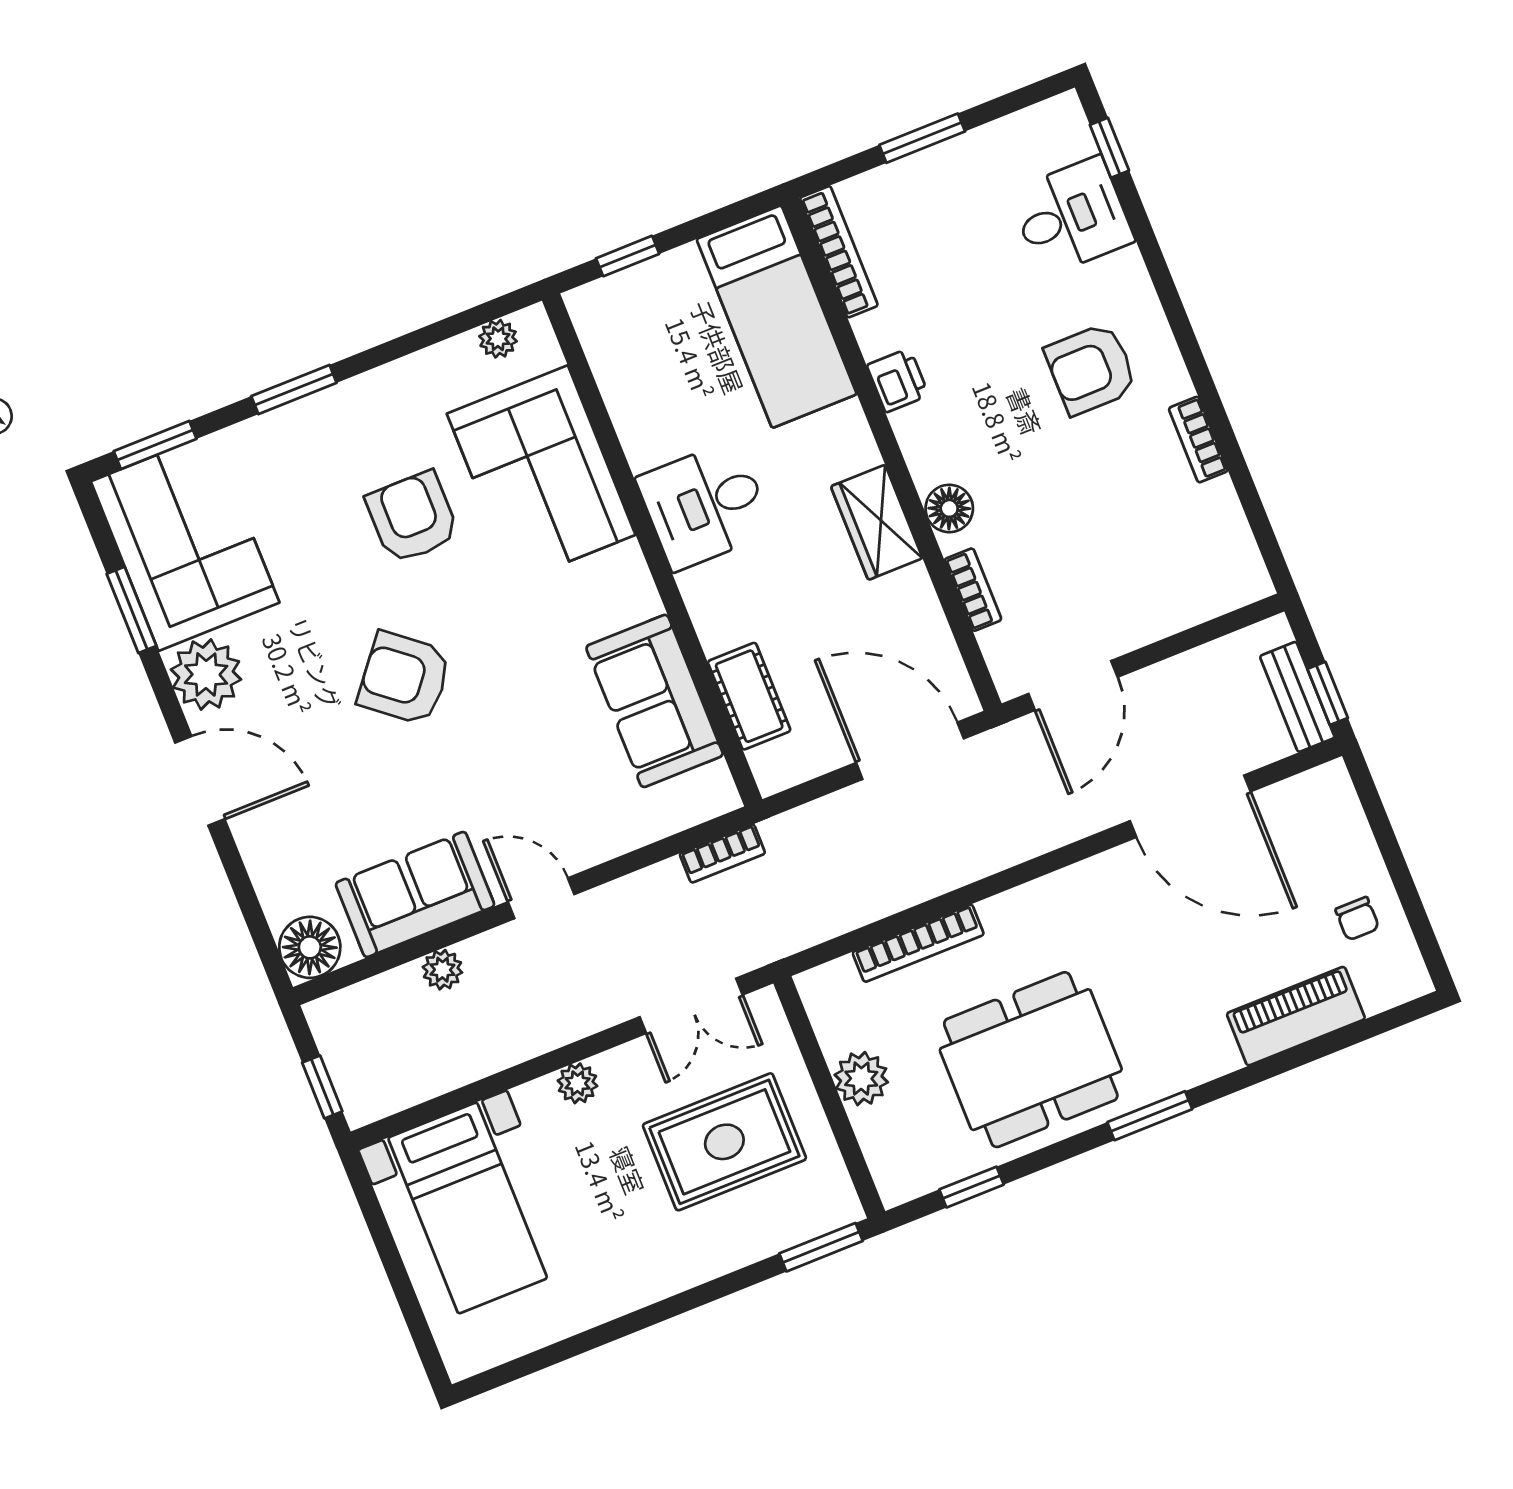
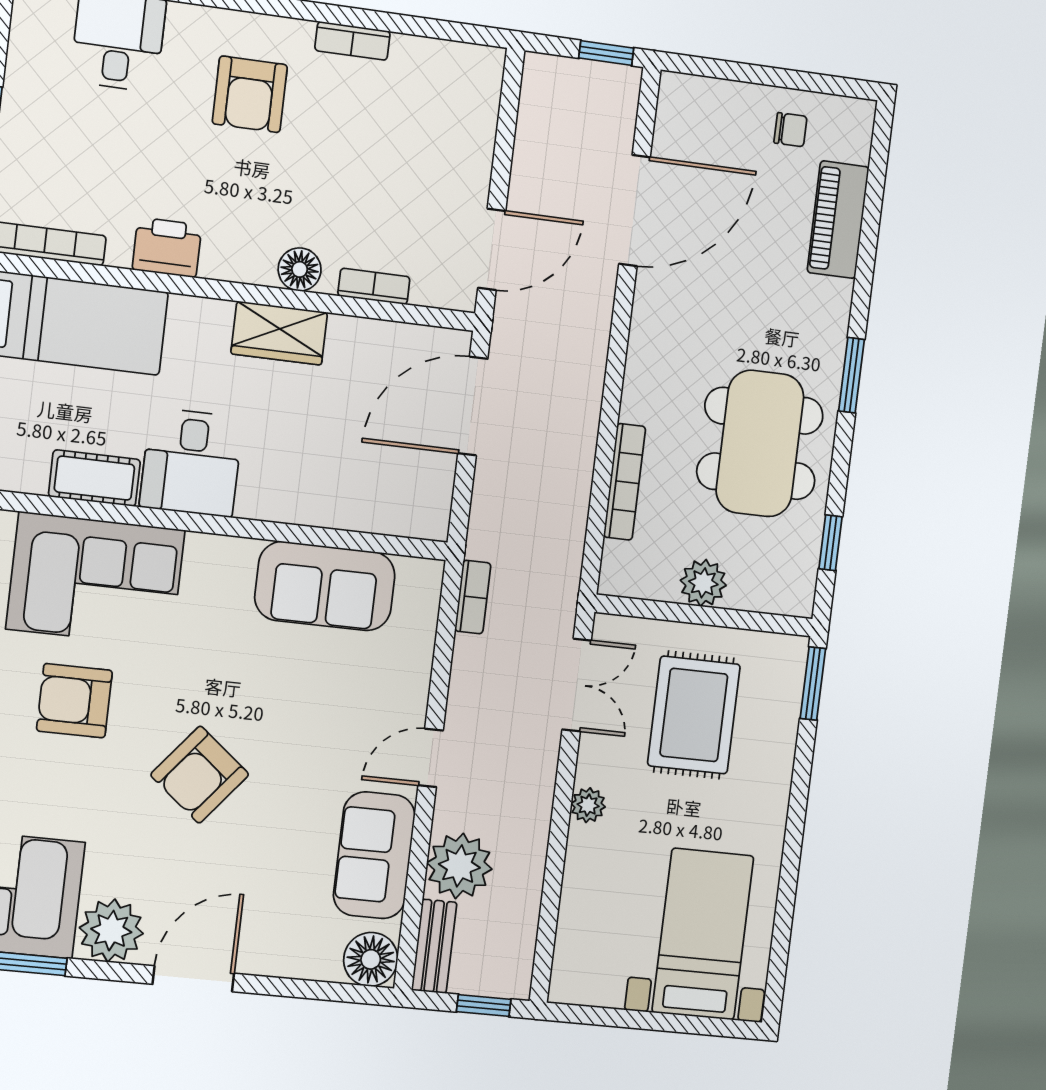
printer: (898, 380) -> (167, 247), width x1.36, depth x1.24
door: (1073, 685) -> (492, 249), hinge flipped
cot: (749, 696) -> (94, 478), moved
bench: (1297, 697) -> (434, 946), moved, turned 90
plant: (442, 970) -> (459, 866), width x1.87, depth x1.87
bed with nightstands: (468, 1208) -> (703, 934), moved, turned -90

